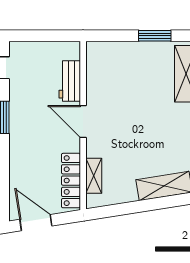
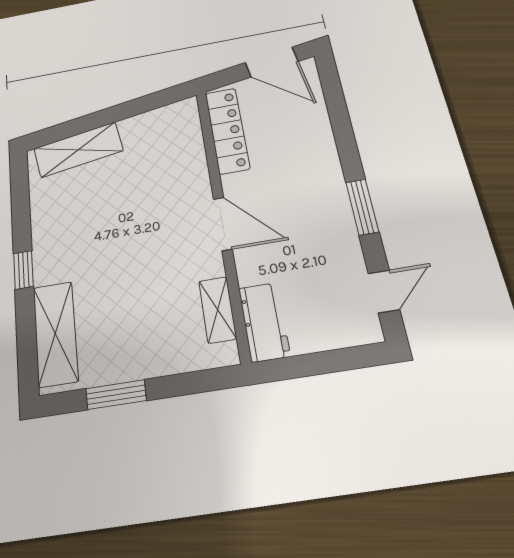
workbench: (70, 81) -> (264, 322), moved
shelving: (94, 176) -> (218, 310), moved

